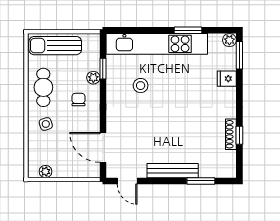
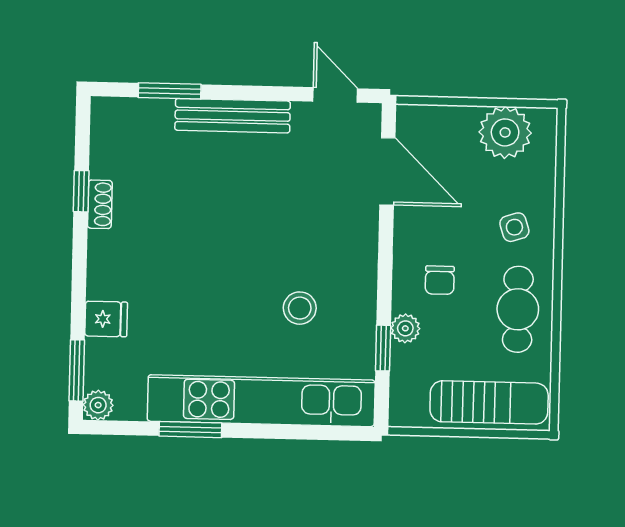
shoe rack: (231, 134) -> (100, 204), width x0.70
plant: (46, 172) -> (505, 132), width x1.87, depth x1.87

